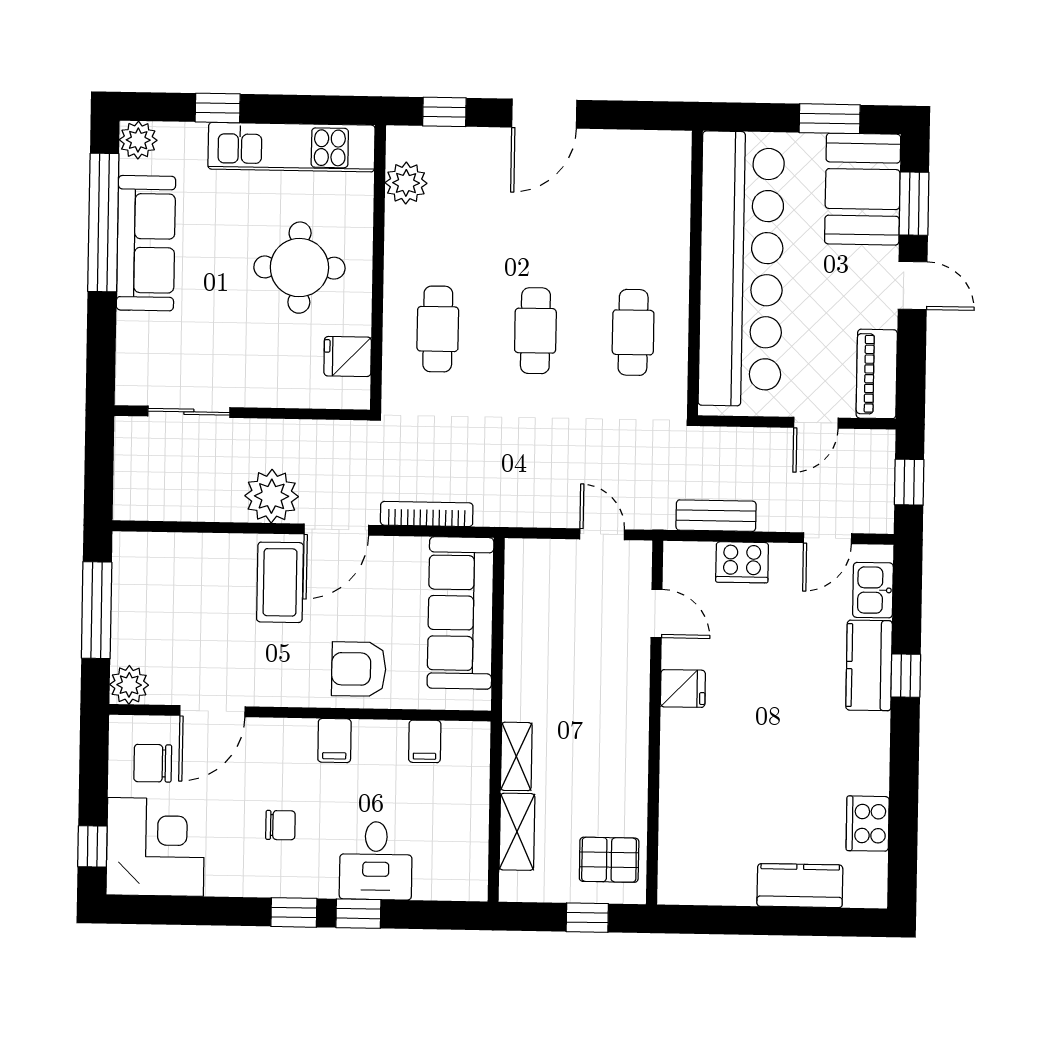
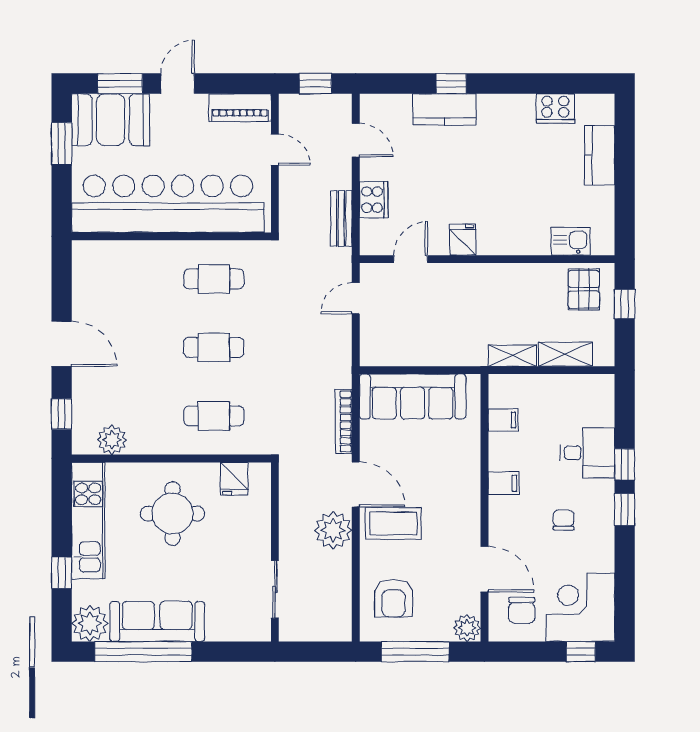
plant: (138, 140) -> (90, 623), width x1.36, depth x1.36
kitchen sink: (873, 590) -> (571, 241), moved, turned 180
armchair: (359, 669) -> (394, 598), moved

